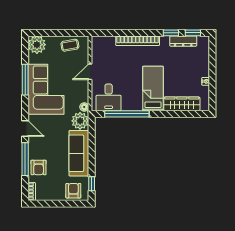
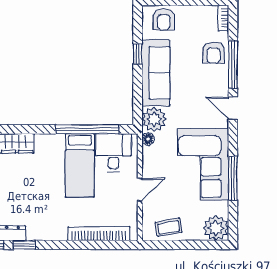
bookcase: (138, 41) -> (99, 234), moved
bed: (153, 88) -> (80, 165), moved
armchair: (39, 167) -> (213, 53), turned 180
window: (92, 184) -> (138, 54), moved

